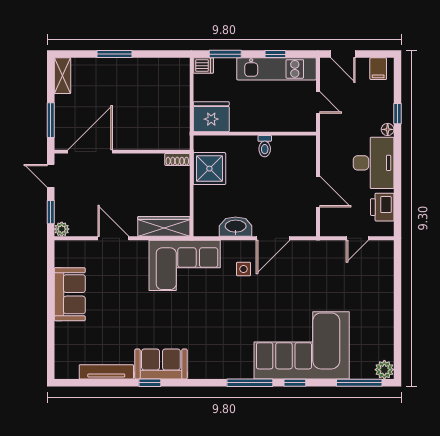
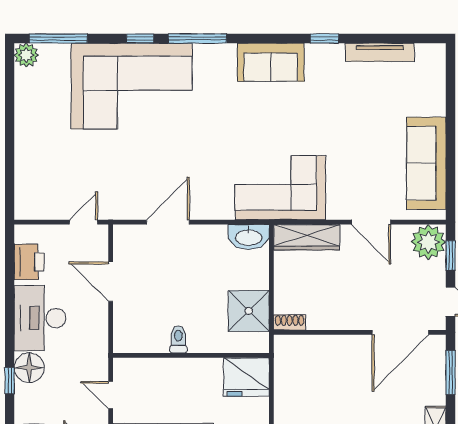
floor lamp: (388, 129) -> (29, 368), width x1.89, depth x1.89
washbasin: (236, 227) -> (249, 237), moved
plant: (62, 229) -> (428, 242), width x1.88, depth x1.88
door: (357, 238) -> (84, 222), moved
side table: (244, 269) -> (205, 183), removed
sofa: (70, 294) -> (426, 163), width x1.36
sofa: (161, 364) -> (271, 62), moved

